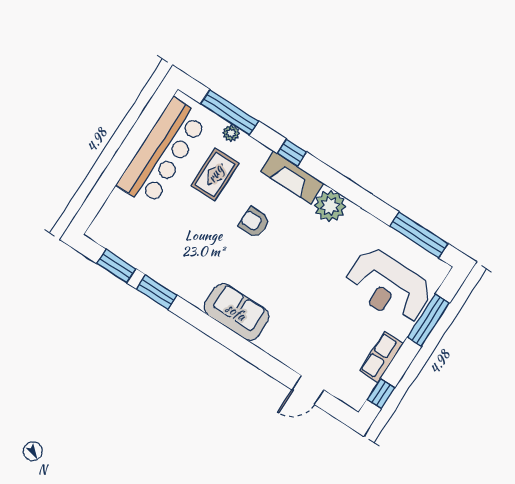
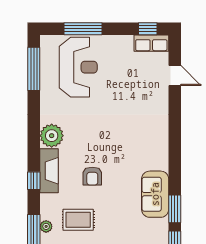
sofa: (236, 312) -> (155, 194), moved
row of seats: (381, 357) -> (151, 43), moved

